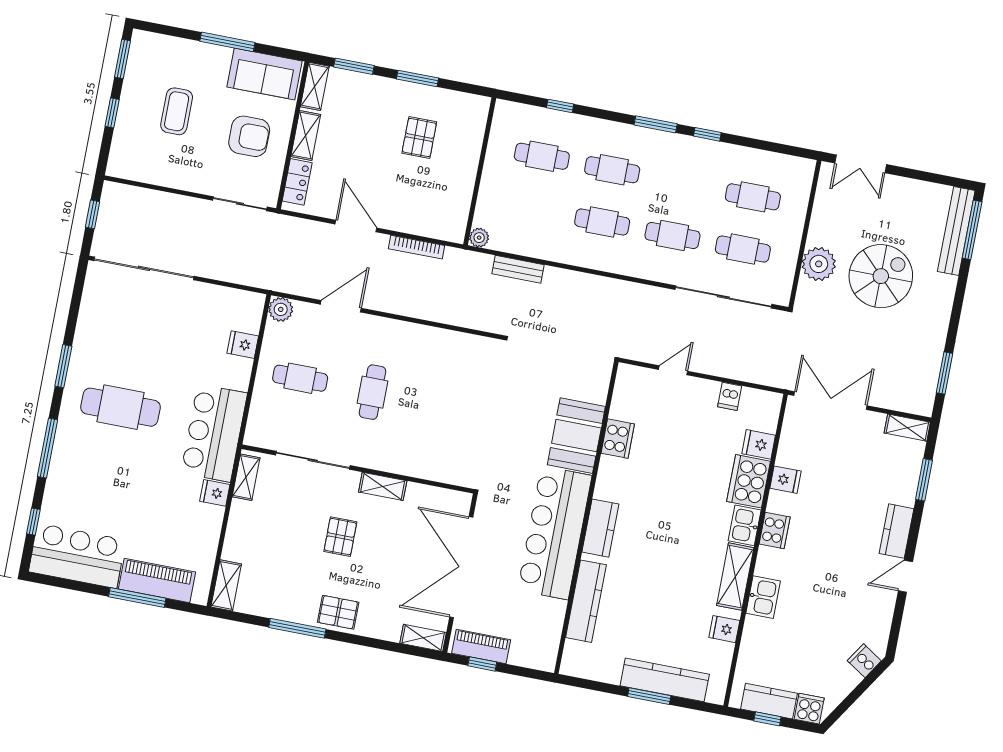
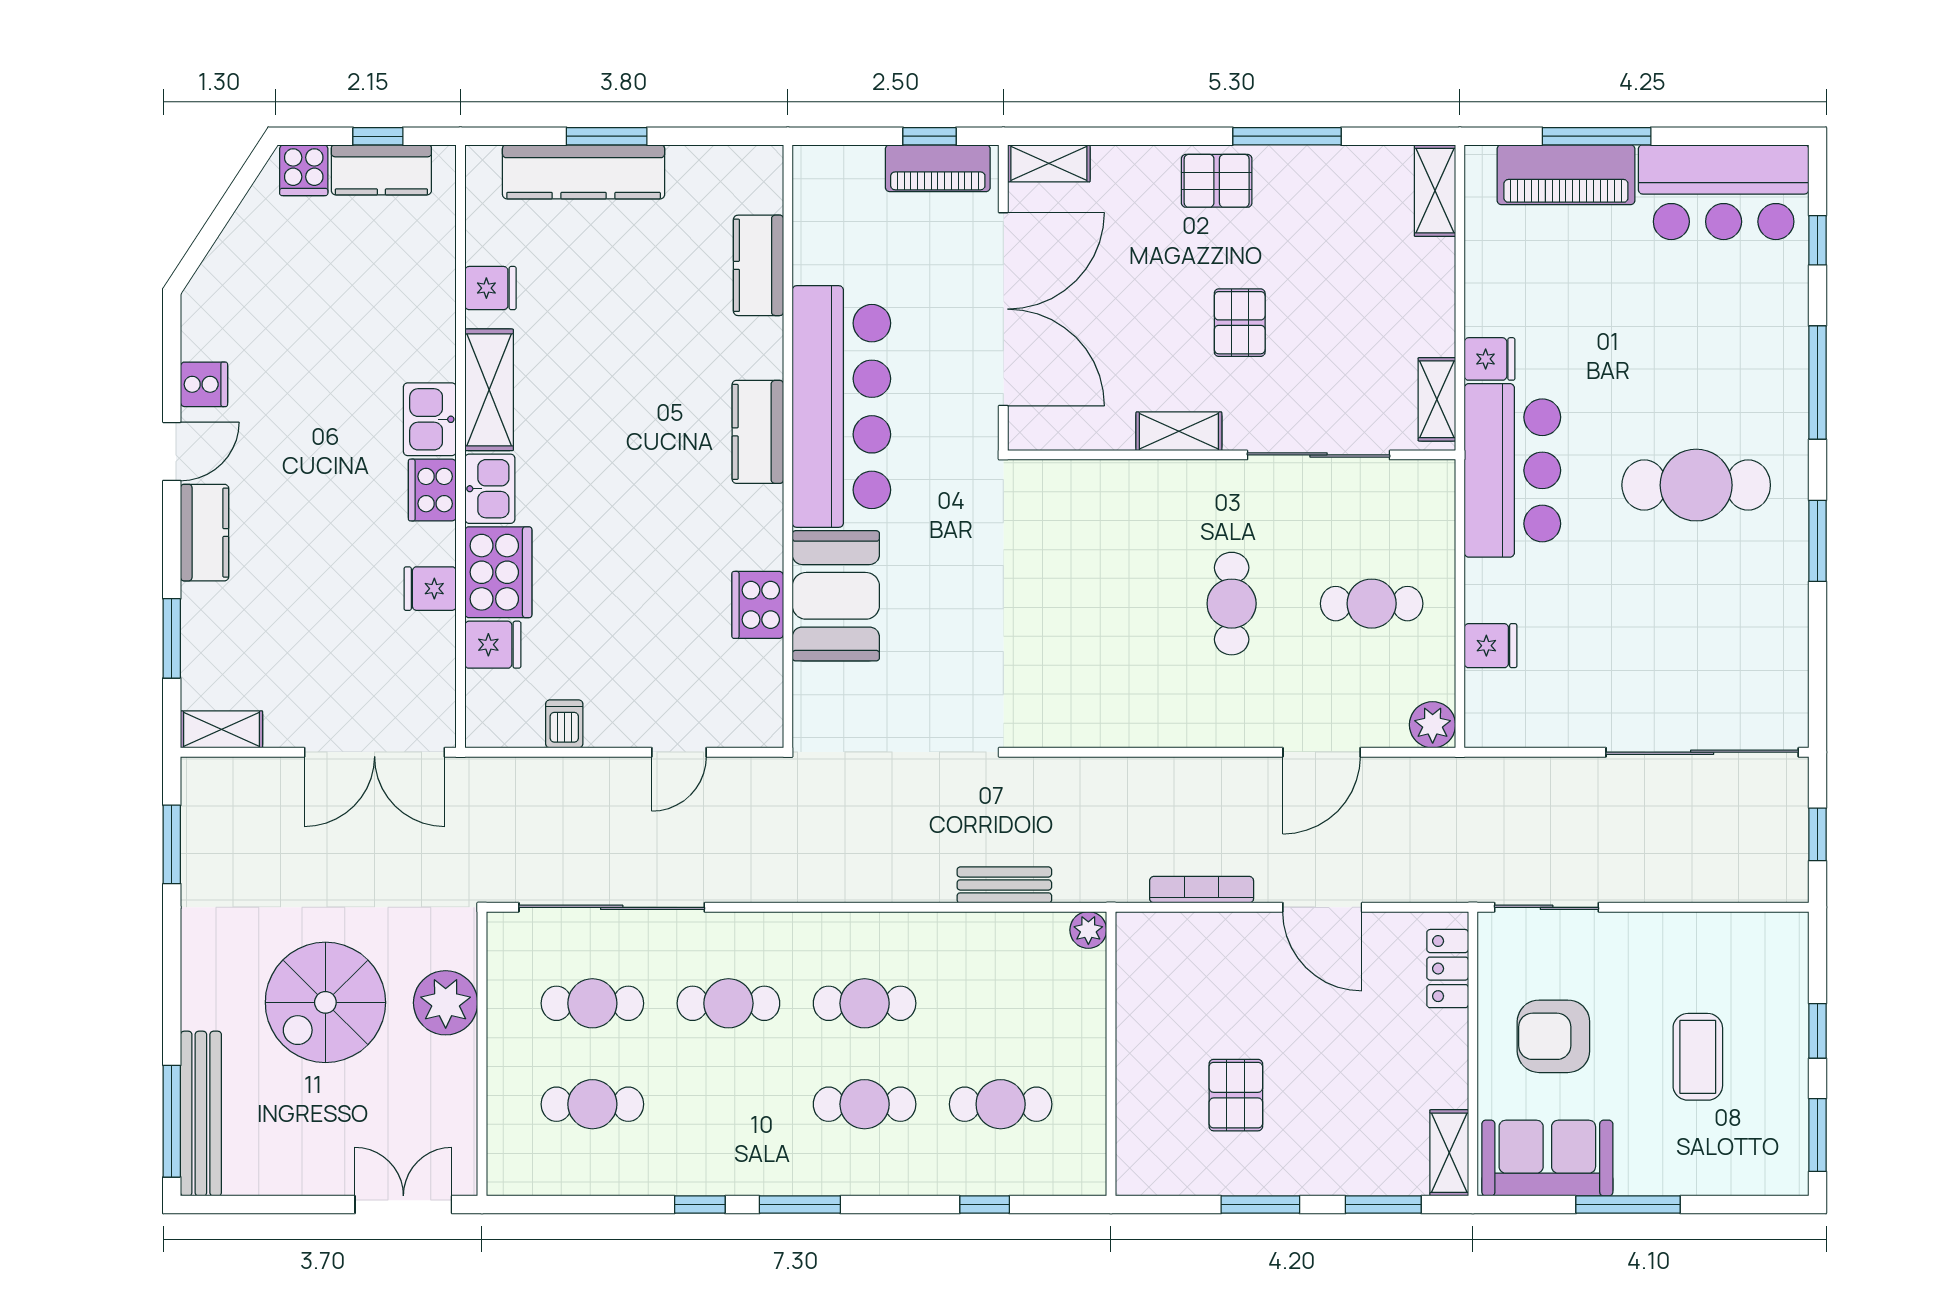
shelving: (306, 135) -> (1448, 1058), removed
kitchen sink: (763, 597) -> (430, 419), moved
kitchen counter: (586, 601) -> (758, 265), width x0.67
cooker: (864, 661) -> (204, 384), moved, turned -33

